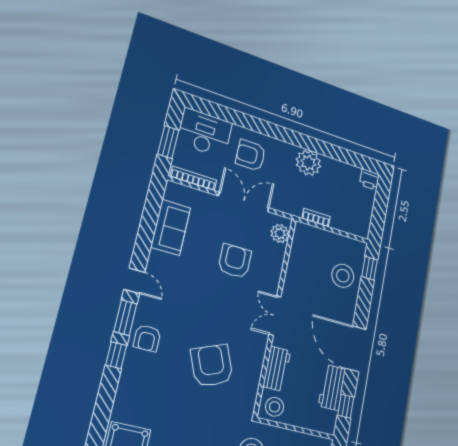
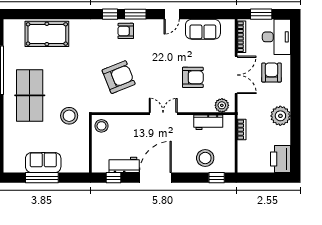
printer: (369, 179) -> (280, 159), width x1.87, depth x1.48
door: (134, 281) -> (172, 14), moved
workbench: (277, 369) -> (208, 122), moved

